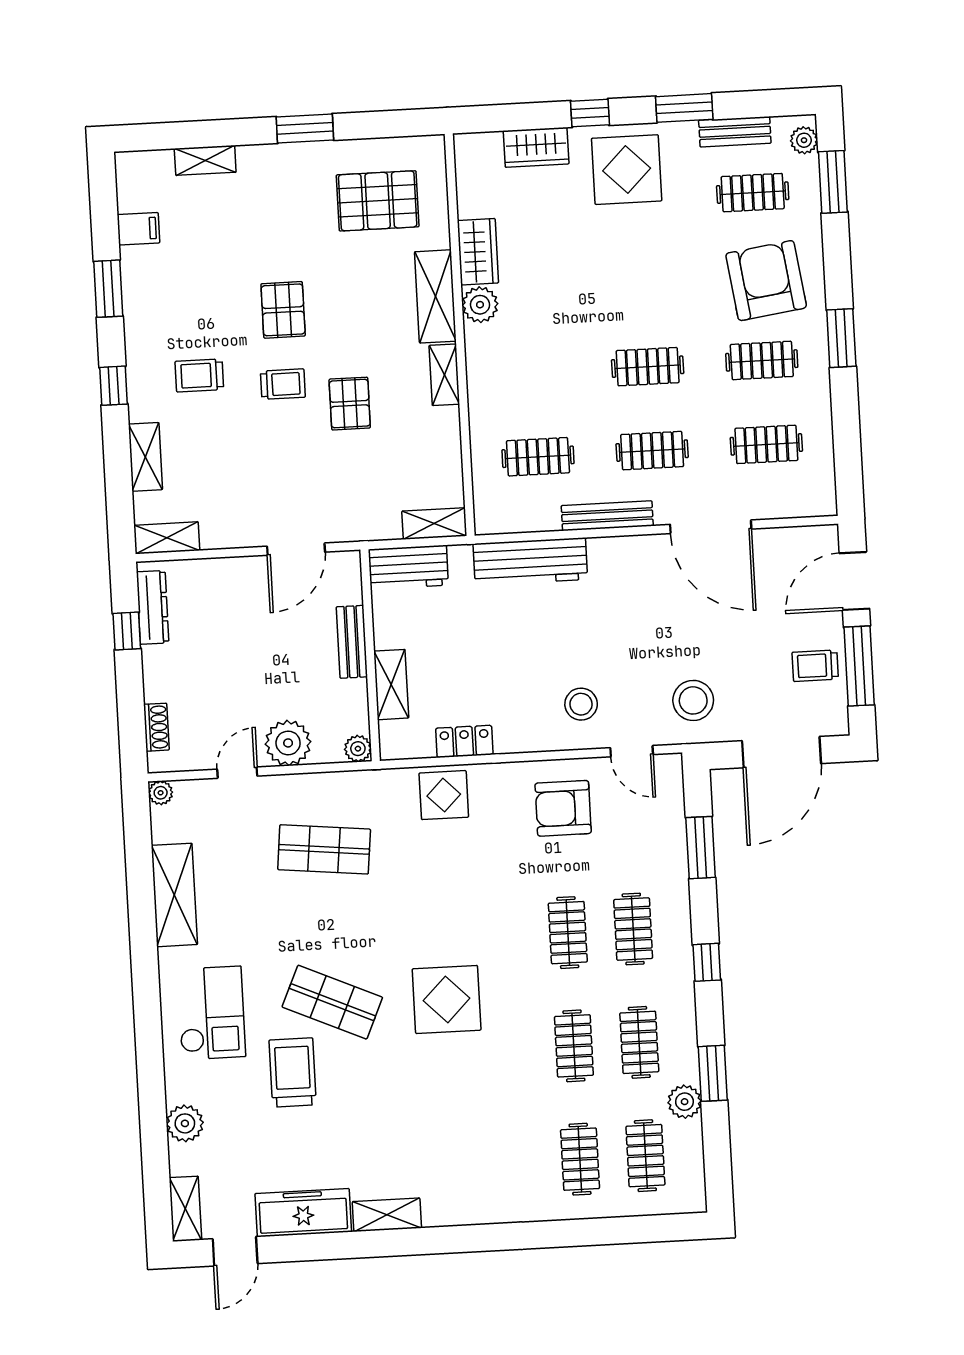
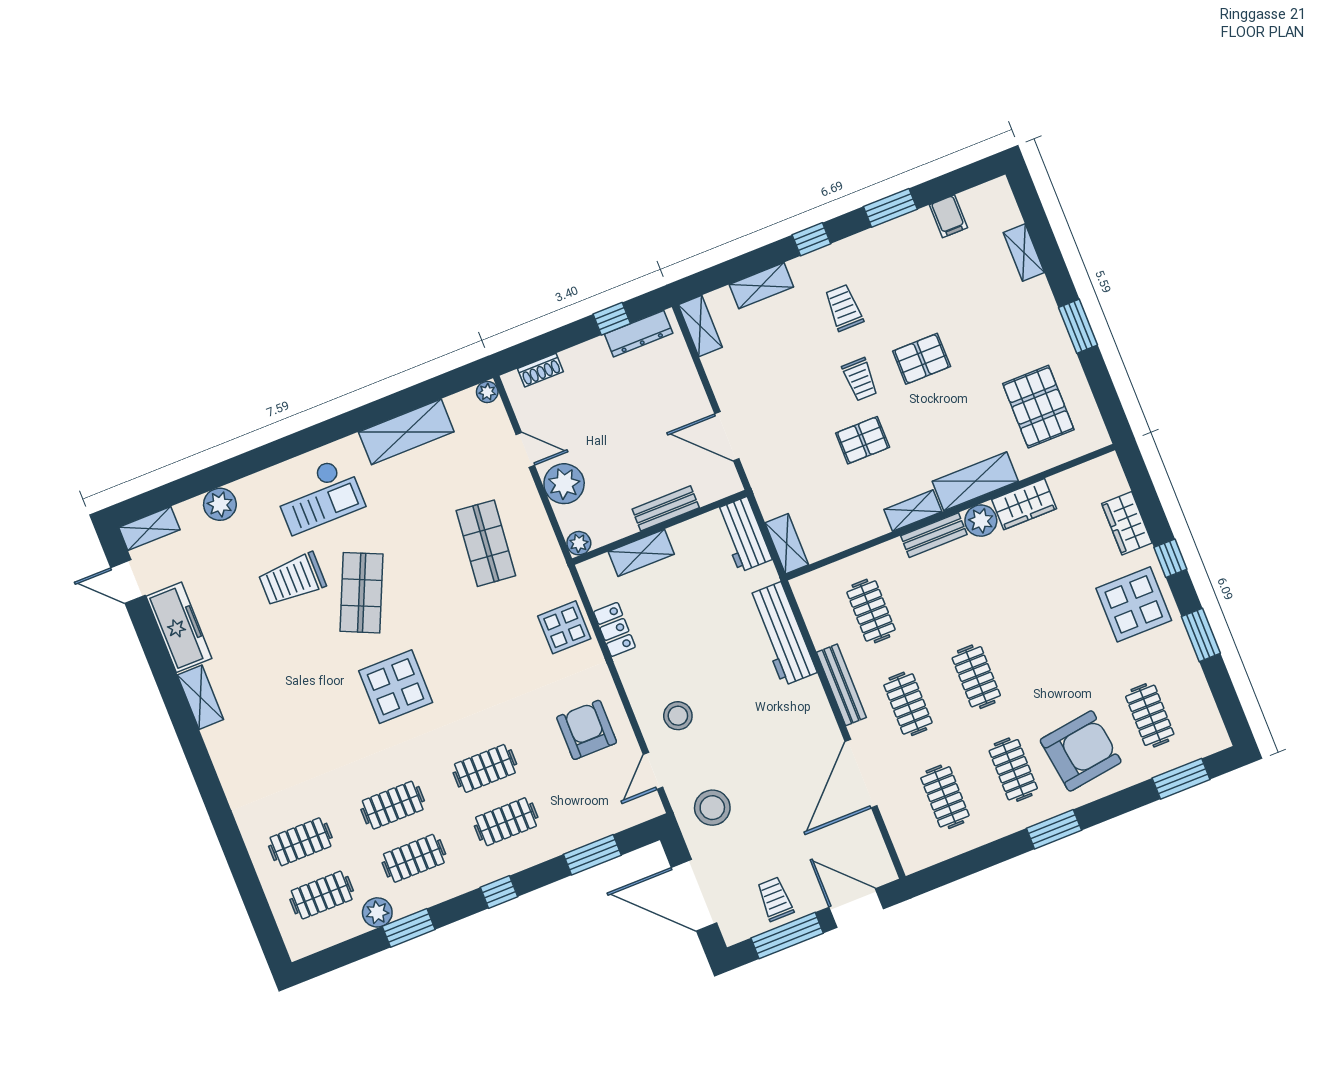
bench: (735, 132) -> (934, 535), moved, turned 90
plant: (804, 140) -> (1208, 743), removed
trolley: (293, 1072) -> (292, 579), turned 180

